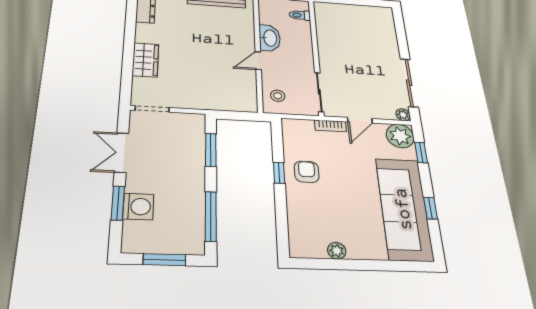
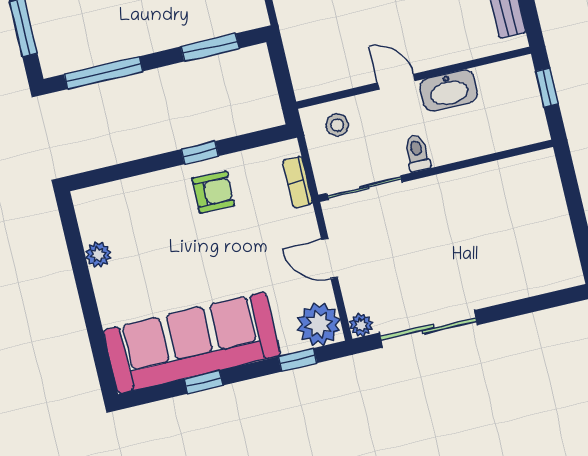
toilet: (300, 15) -> (417, 153), moved
bookcase: (330, 126) -> (298, 182), moved

